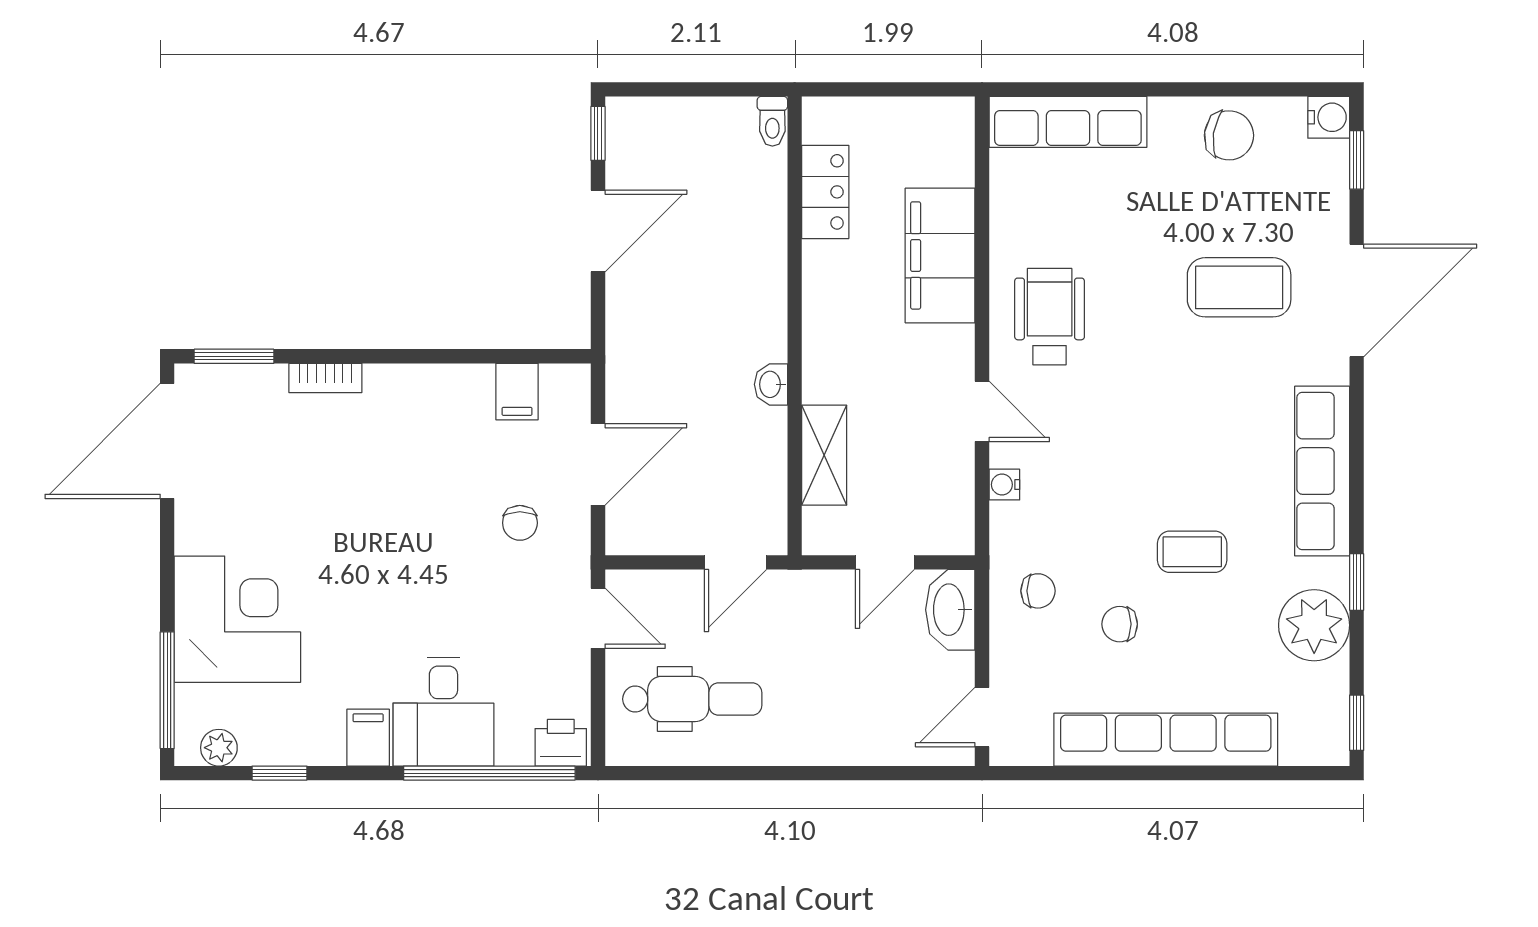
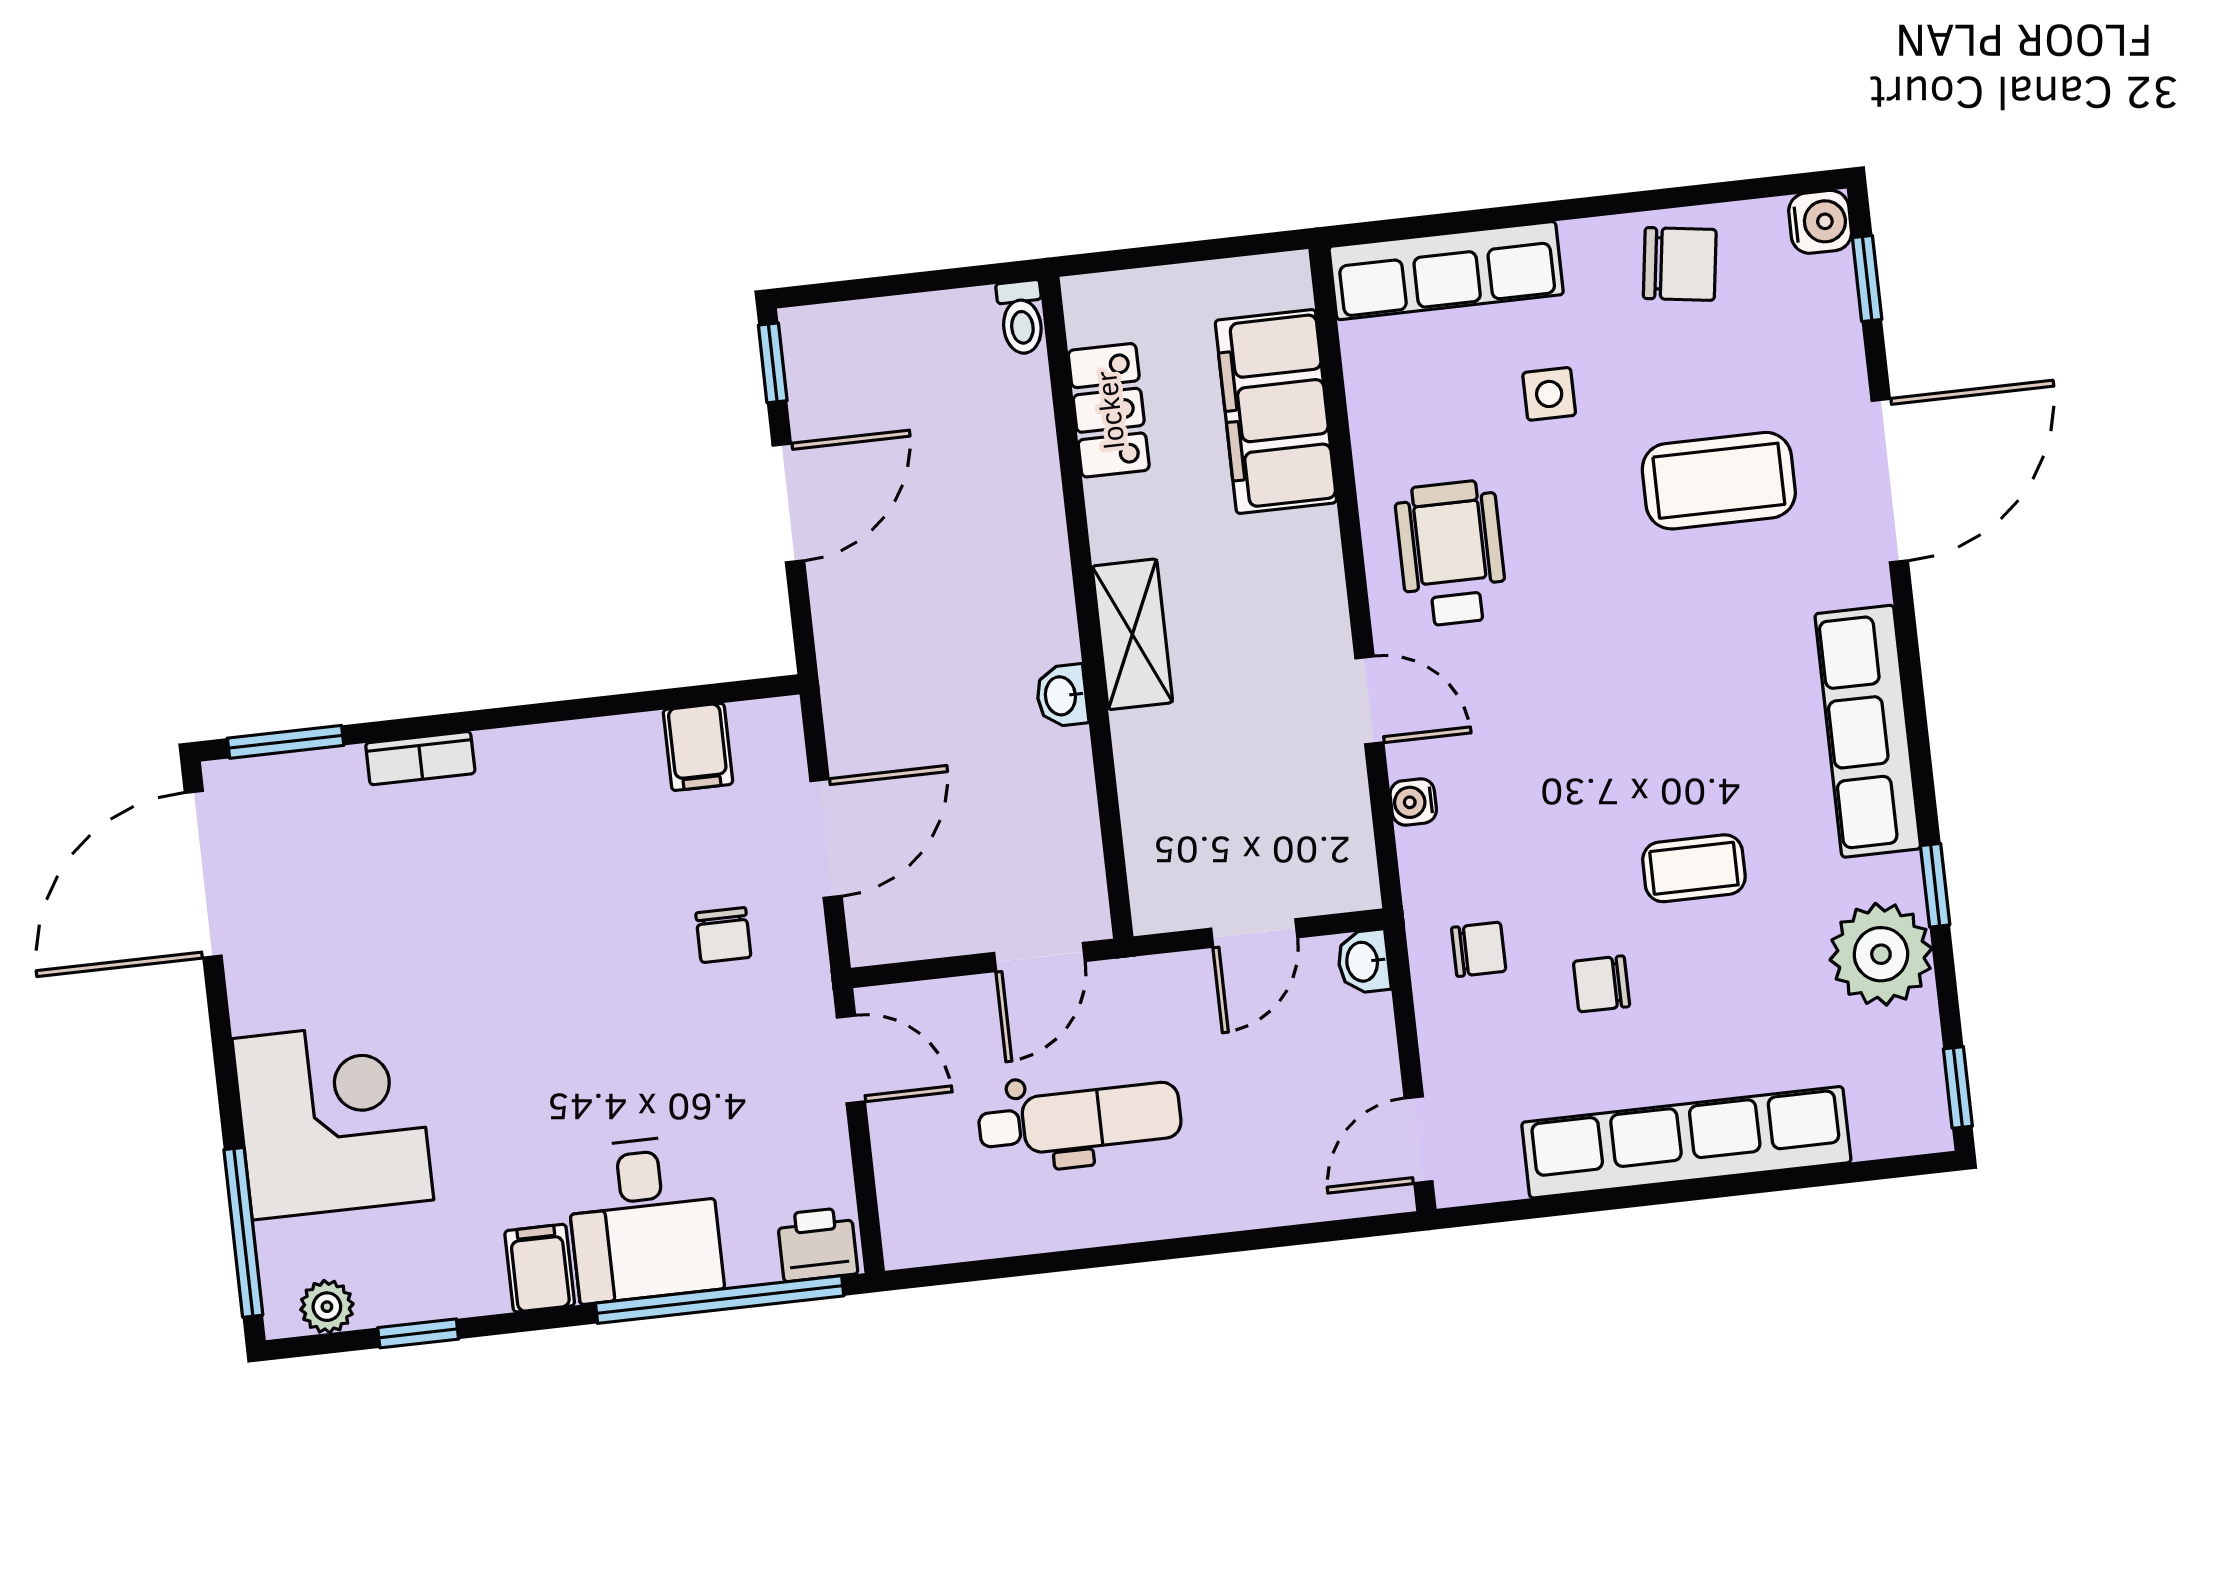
side table: (1129, 215) -> (1549, 394), added
filing cabinet: (940, 255) -> (1276, 411), moved
shelving: (824, 455) -> (1132, 634), moved
washbasin: (950, 610) -> (1364, 962), width x0.52, depth x0.69
dental chair: (692, 699) -> (1080, 1120), moved

